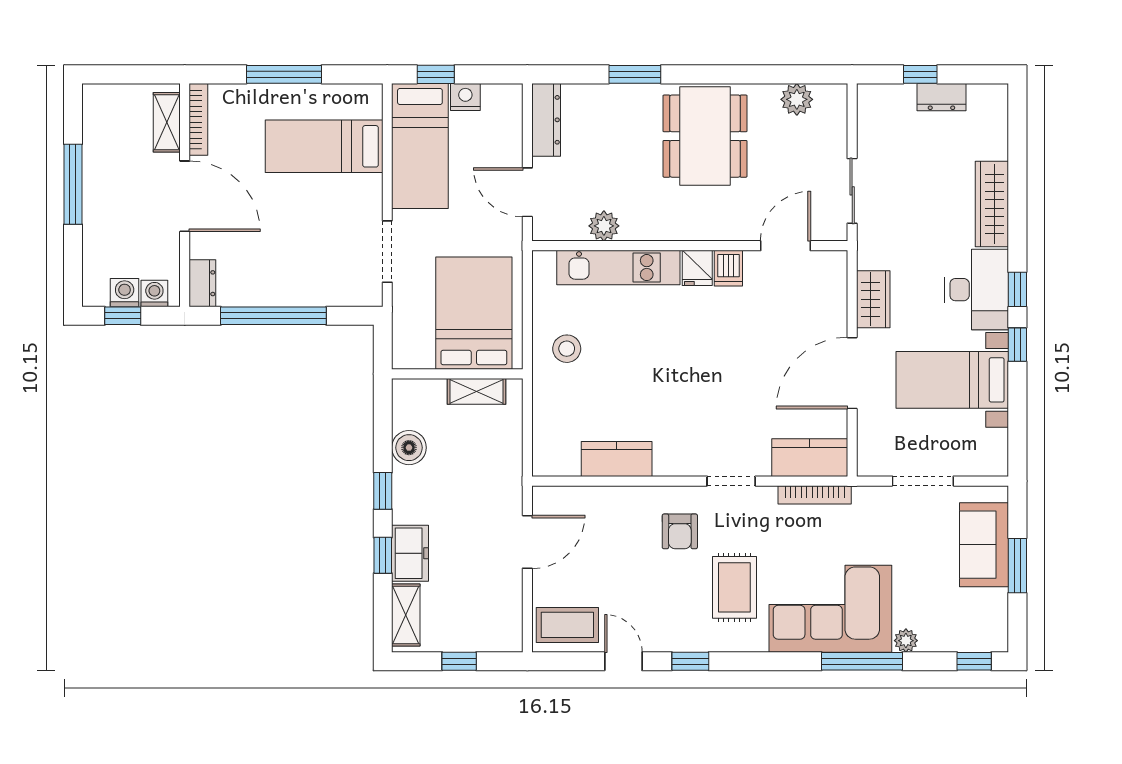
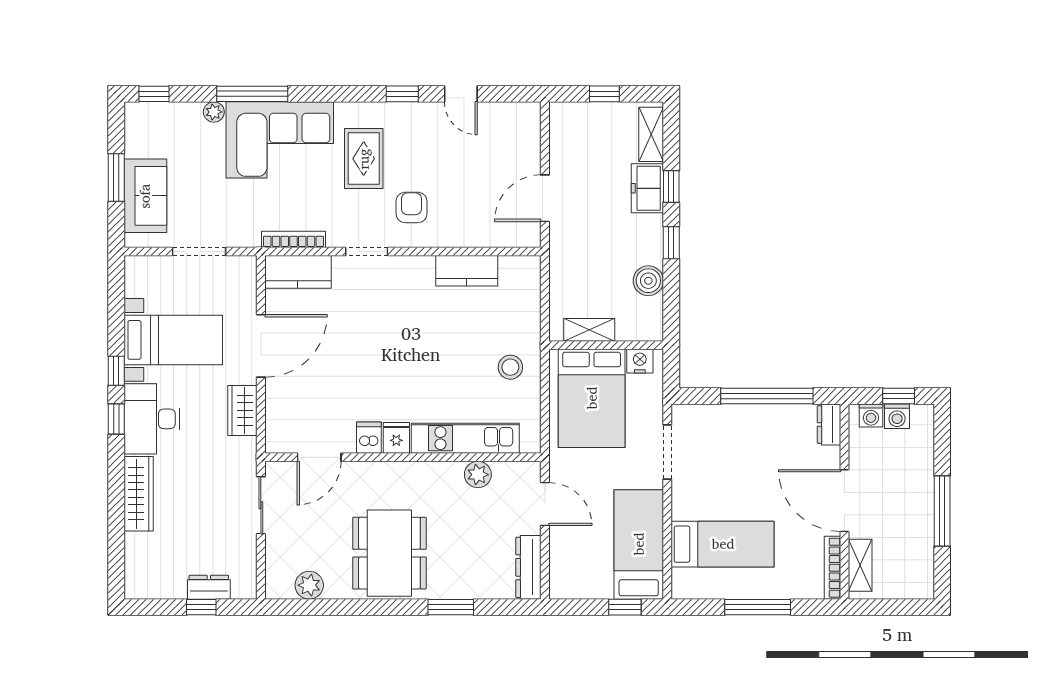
nightstand: (465, 97) -> (640, 361), moved, turned 180
dresser: (941, 97) -> (209, 587), moved
coffee table: (567, 625) -> (510, 126), removed

